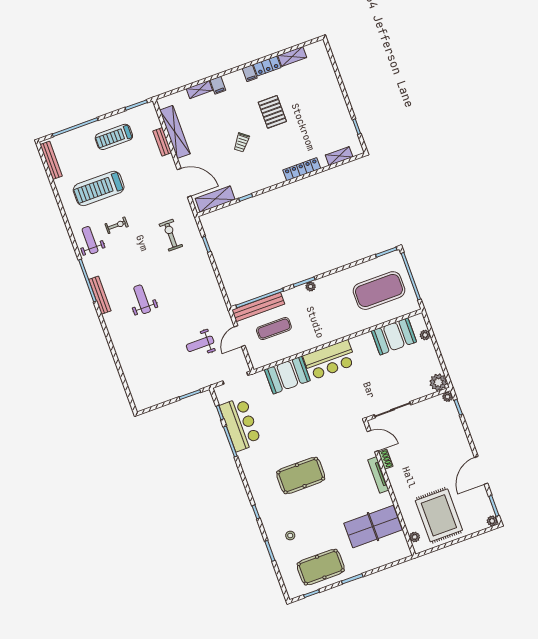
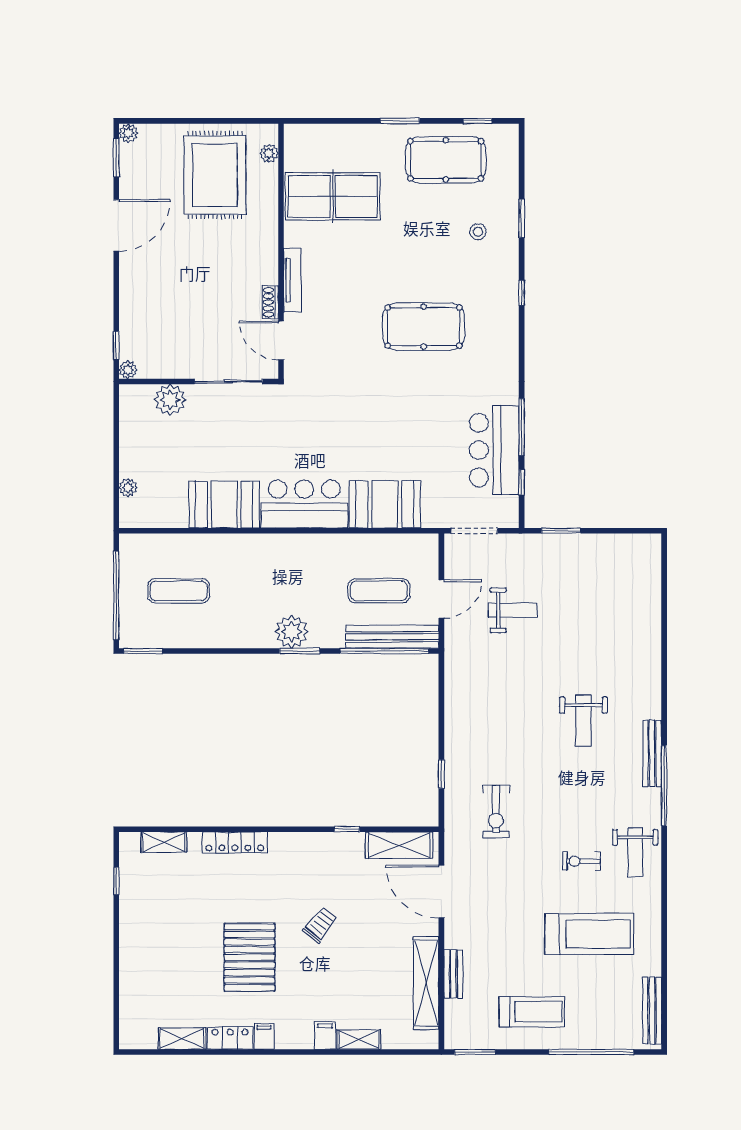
pallet: (272, 112) -> (249, 957), width x1.37, depth x1.41
plant: (311, 286) -> (292, 632), width x1.88, depth x1.88
exercise mat: (379, 291) -> (179, 591), width x0.50, depth x0.69
booth: (394, 336) -> (224, 505), moved
plant: (438, 382) -> (170, 400), moved

